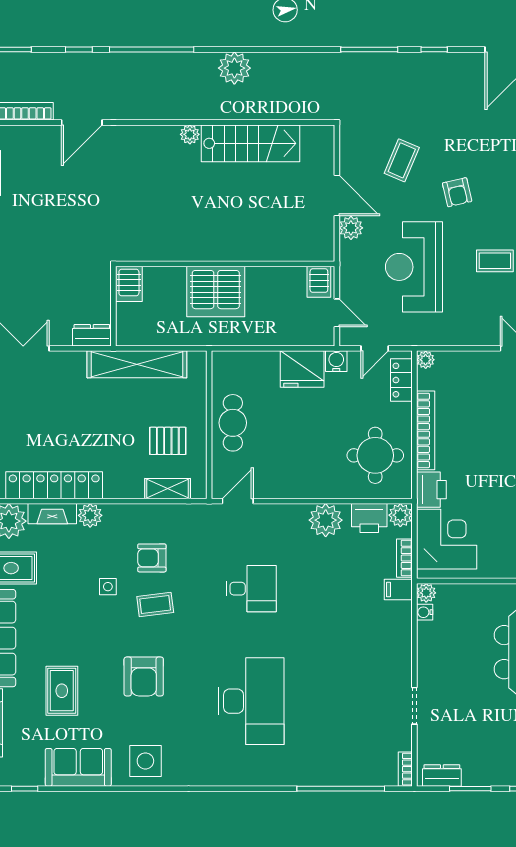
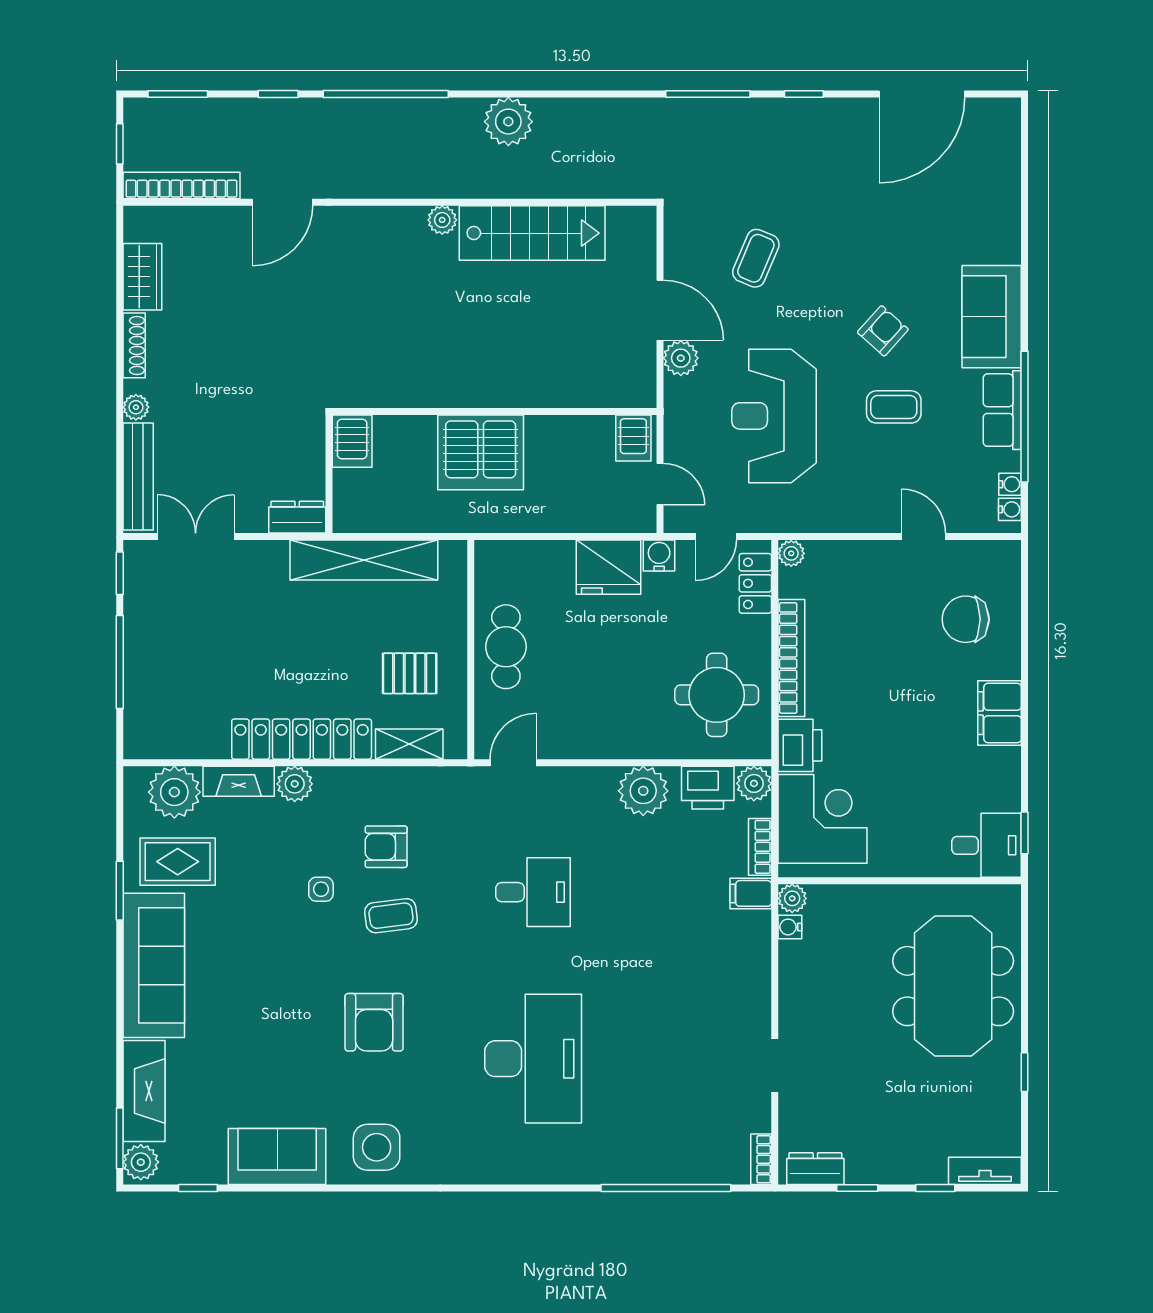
armchair: (457, 192) -> (883, 331), moved, turned -125
locker: (54, 485) -> (302, 739), moved
rug: (62, 691) -> (253, 1043), removed
window: (470, 789) -> (857, 1188), width x0.67

